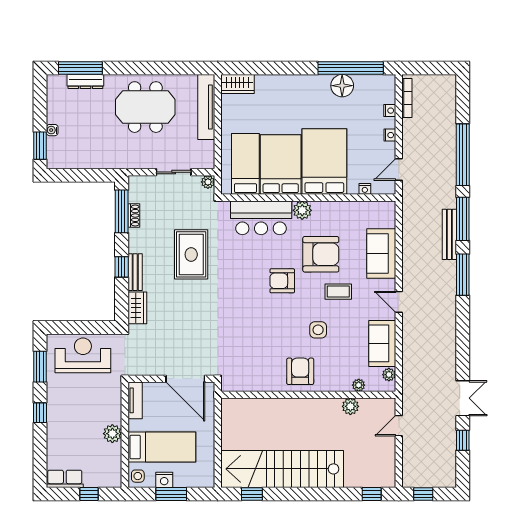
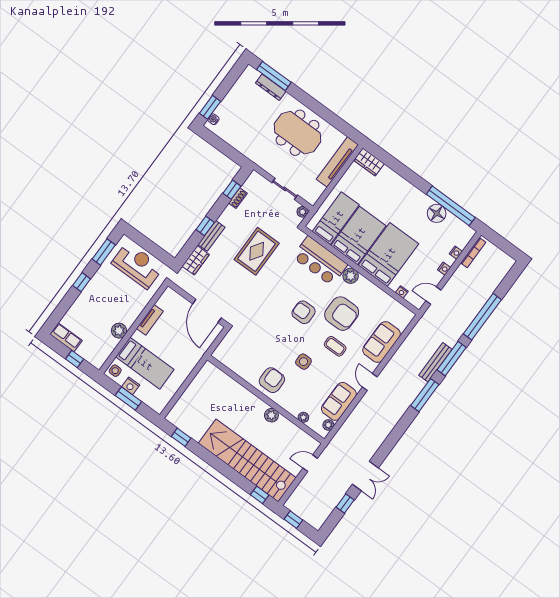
water cooler: (52, 130) -> (214, 119), moved
window: (122, 211) -> (232, 190), width x0.46
wall: (171, 379) -> (198, 304), moved
door: (185, 379) -> (207, 311), moved
plant: (350, 406) -> (271, 415), moved
stairs: (282, 469) -> (247, 461), moved

